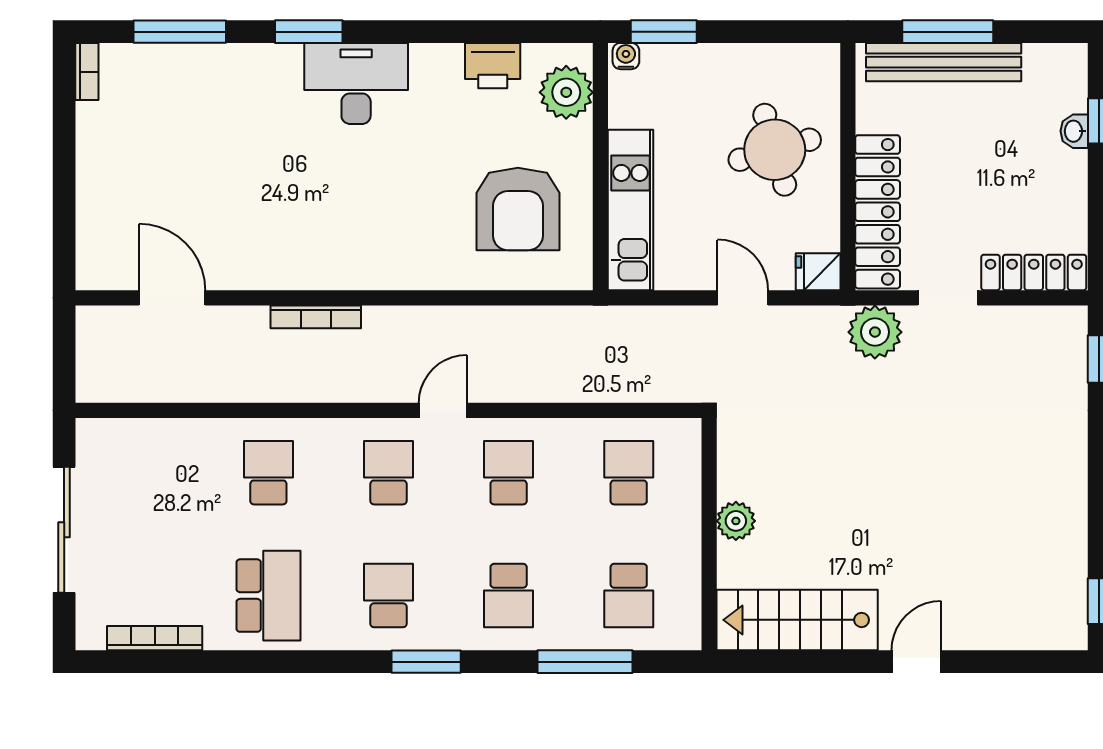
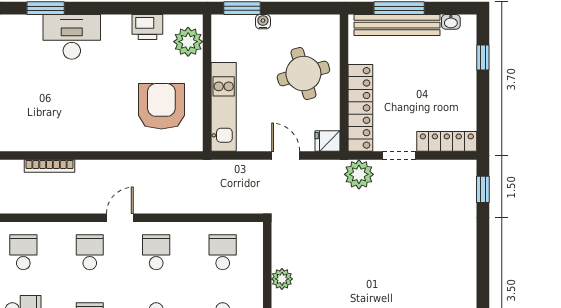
water cooler: (626, 56) -> (263, 22), moved
washbasin: (1074, 131) -> (451, 22), moved, turned -90
armchair: (518, 209) -> (161, 106), turned 180

